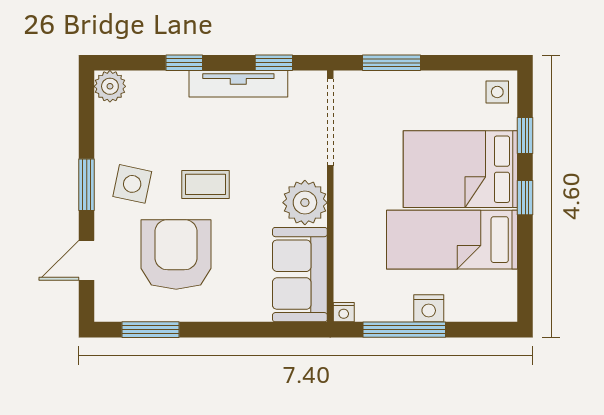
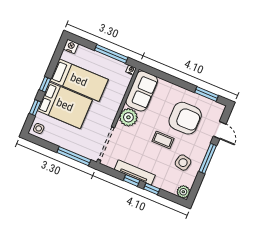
window: (274, 63) -> (132, 180), moved
window: (392, 63) -> (74, 156), width x1.44
side table: (132, 184) -> (183, 163), moved
window: (87, 185) -> (208, 158), width x1.44
armchair: (176, 254) -> (185, 118), turned -90
door: (87, 260) -> (220, 130), hinge flipped
nightstand: (429, 308) -> (71, 46), moved

